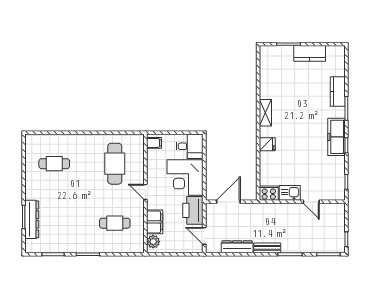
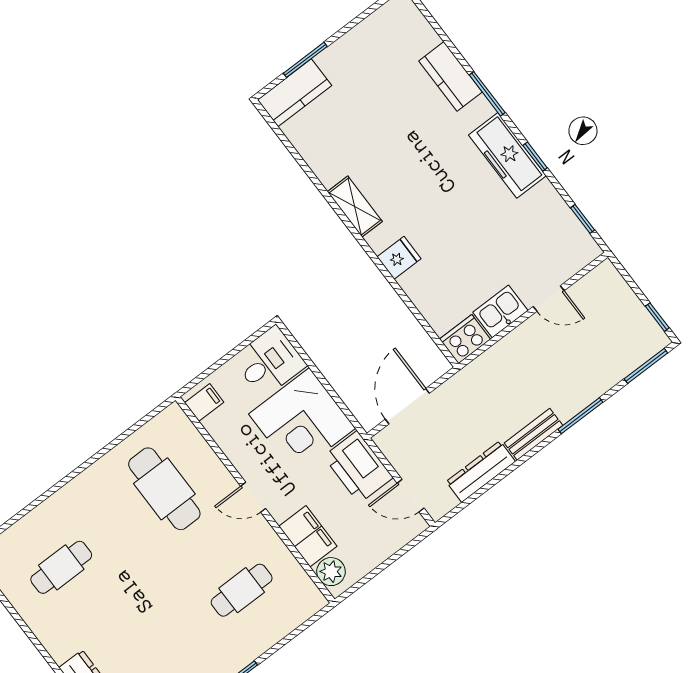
kitchen counter: (310, 53) -> (295, 93), moved

